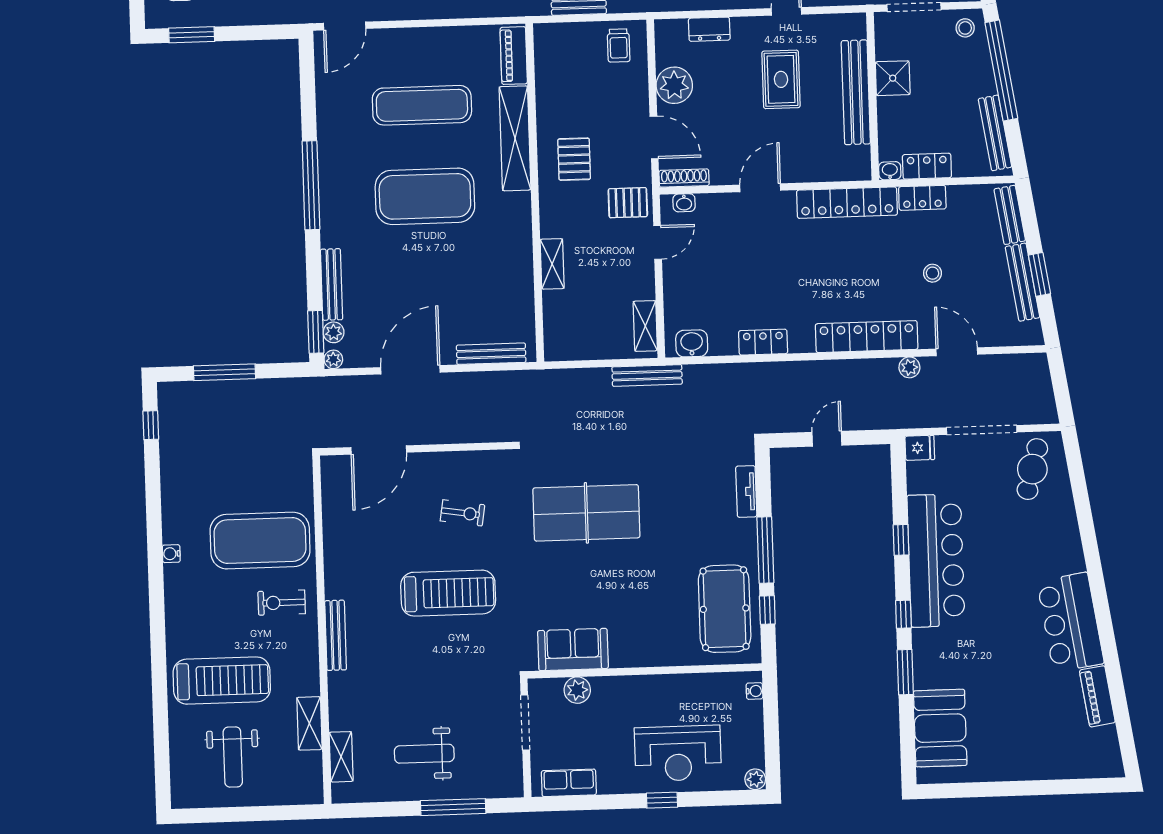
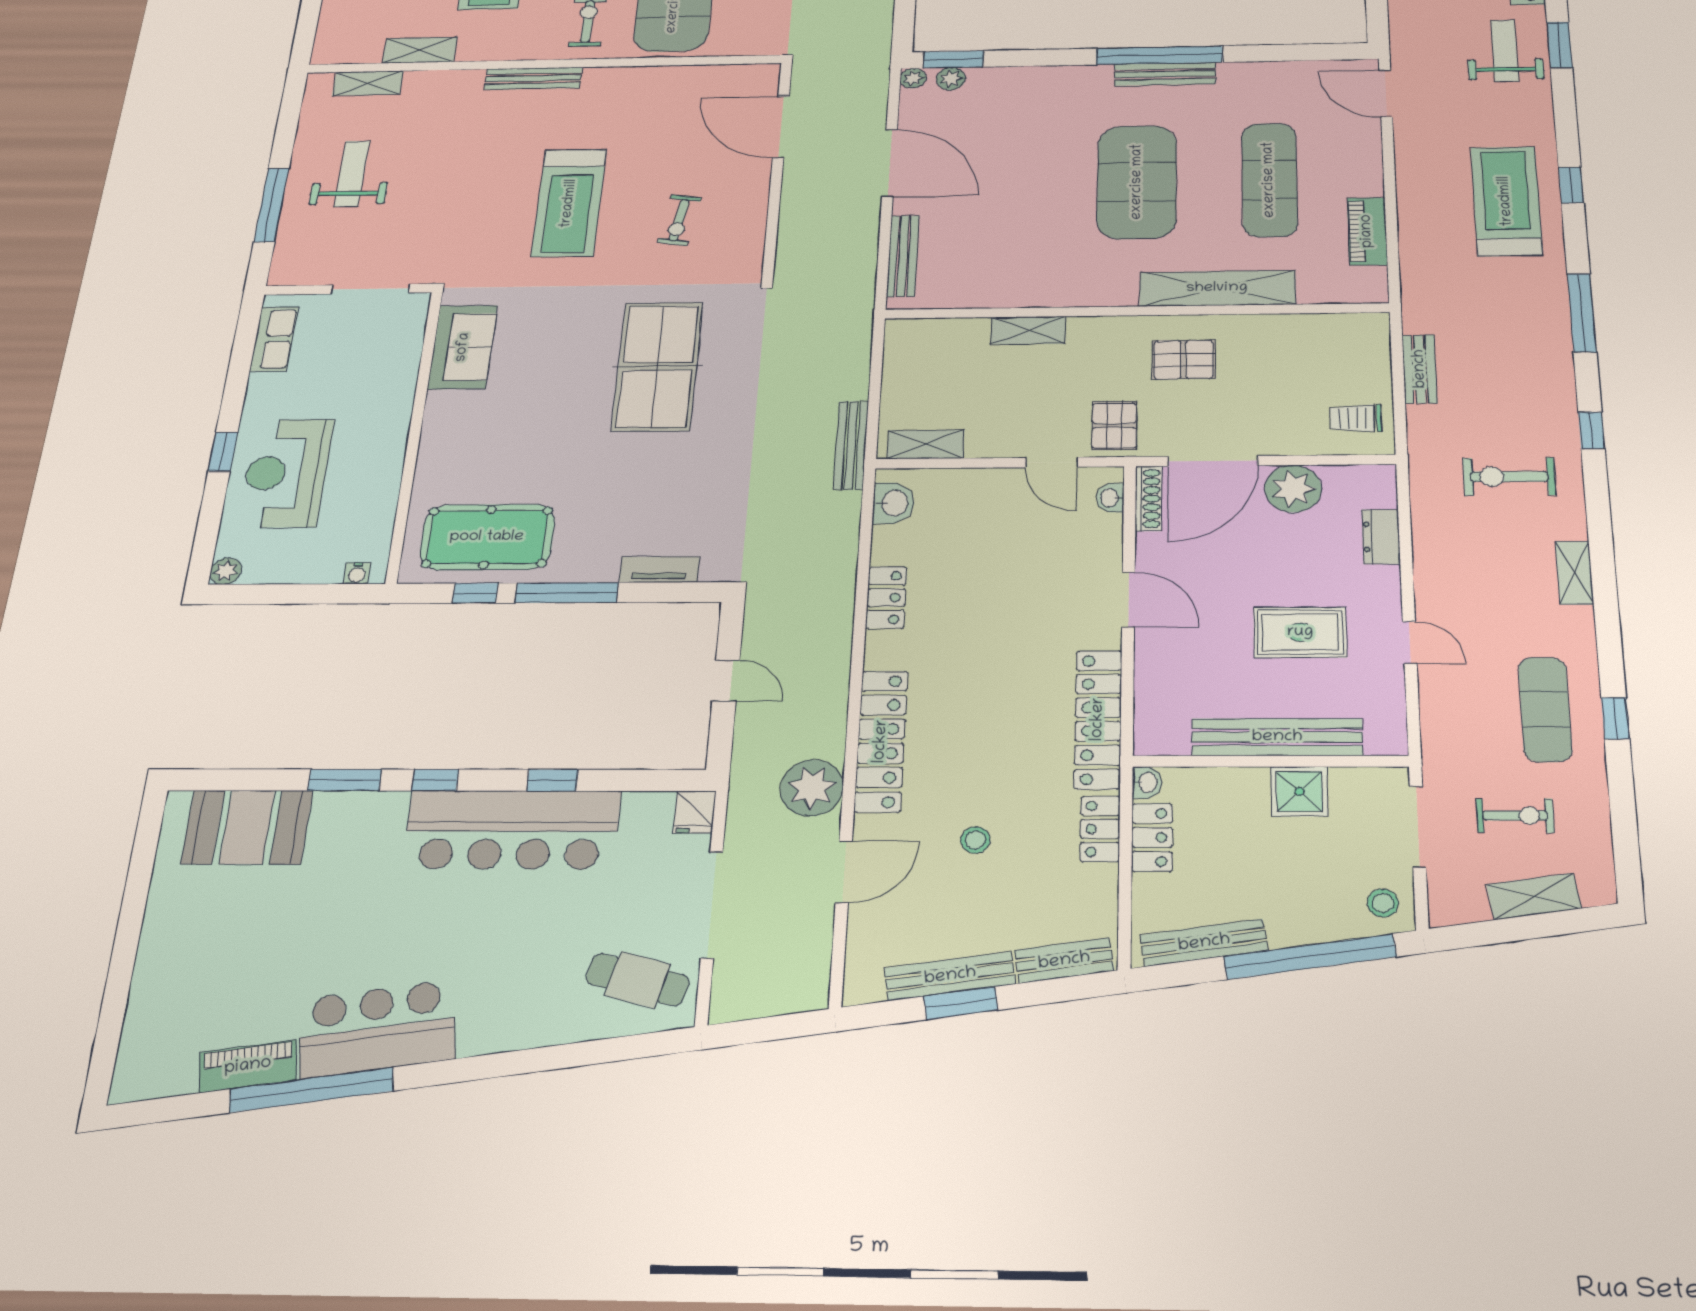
piano: (514, 56) -> (1367, 231), moved, turned -90
door: (654, 137) -> (1213, 461), width x1.36
bench: (332, 284) -> (1165, 74), moved
plant: (909, 367) -> (812, 788), width x1.88, depth x1.88
window: (1110, 655) -> (311, 1090), added
plant: (577, 690) -> (403, 351), removed

